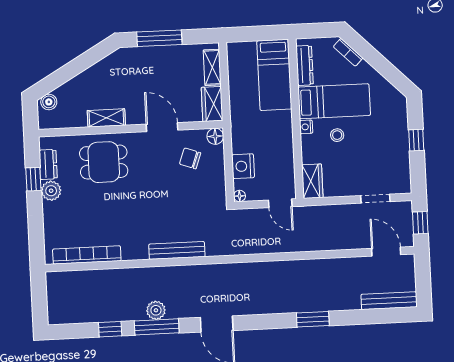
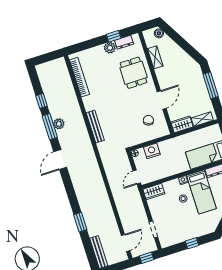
shelving: (106, 118) -> (155, 57), moved
floor lamp: (215, 136) -> (164, 131), removed
window: (313, 319) -> (80, 222), moved

